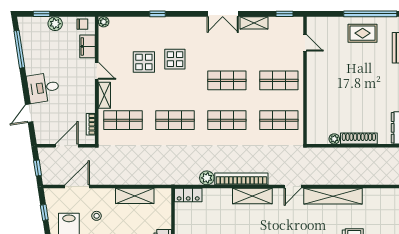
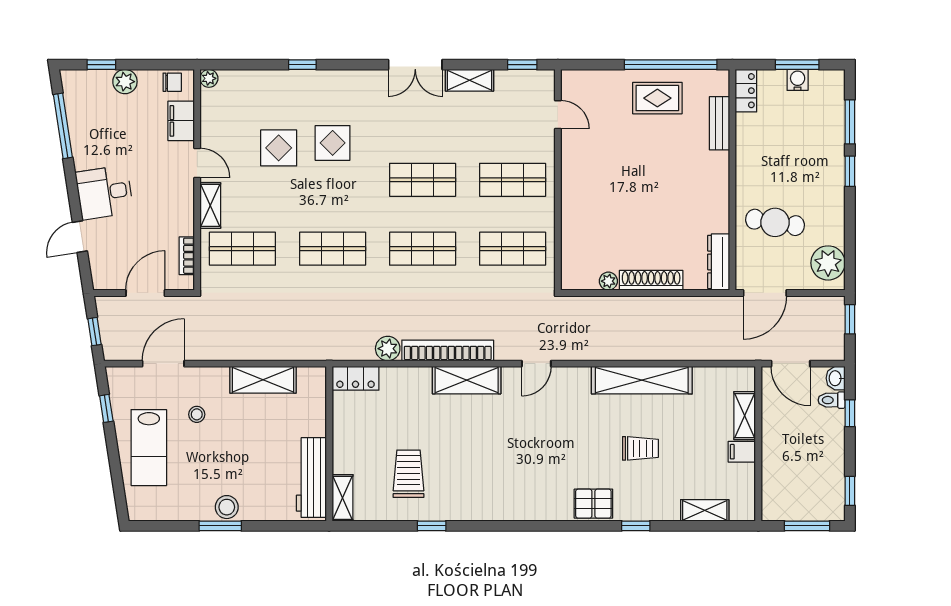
shelving: (333, 196) -> (642, 380), moved

